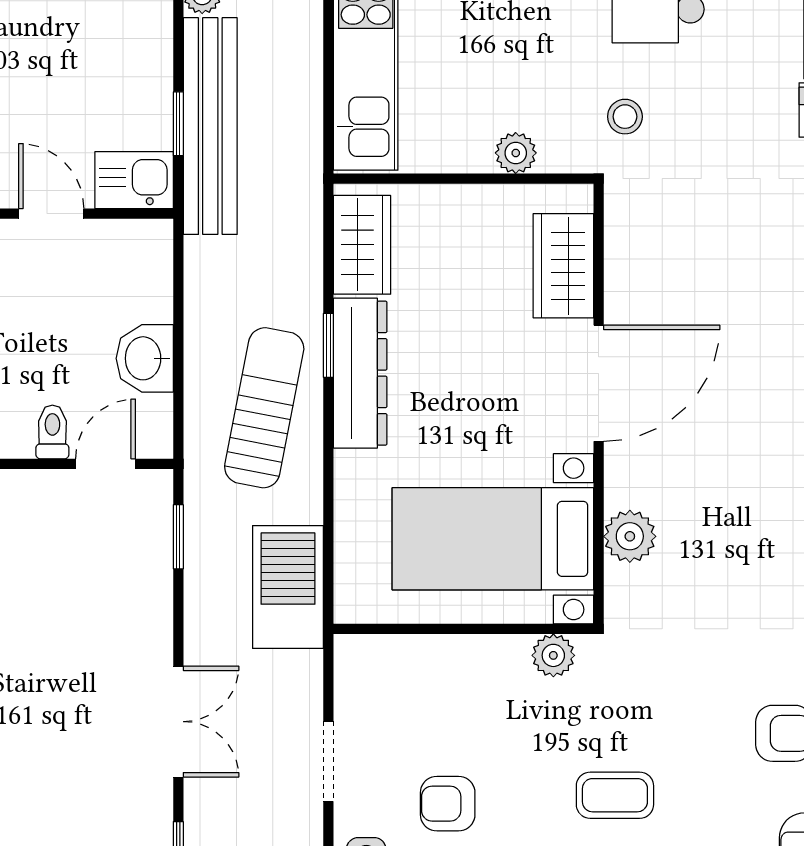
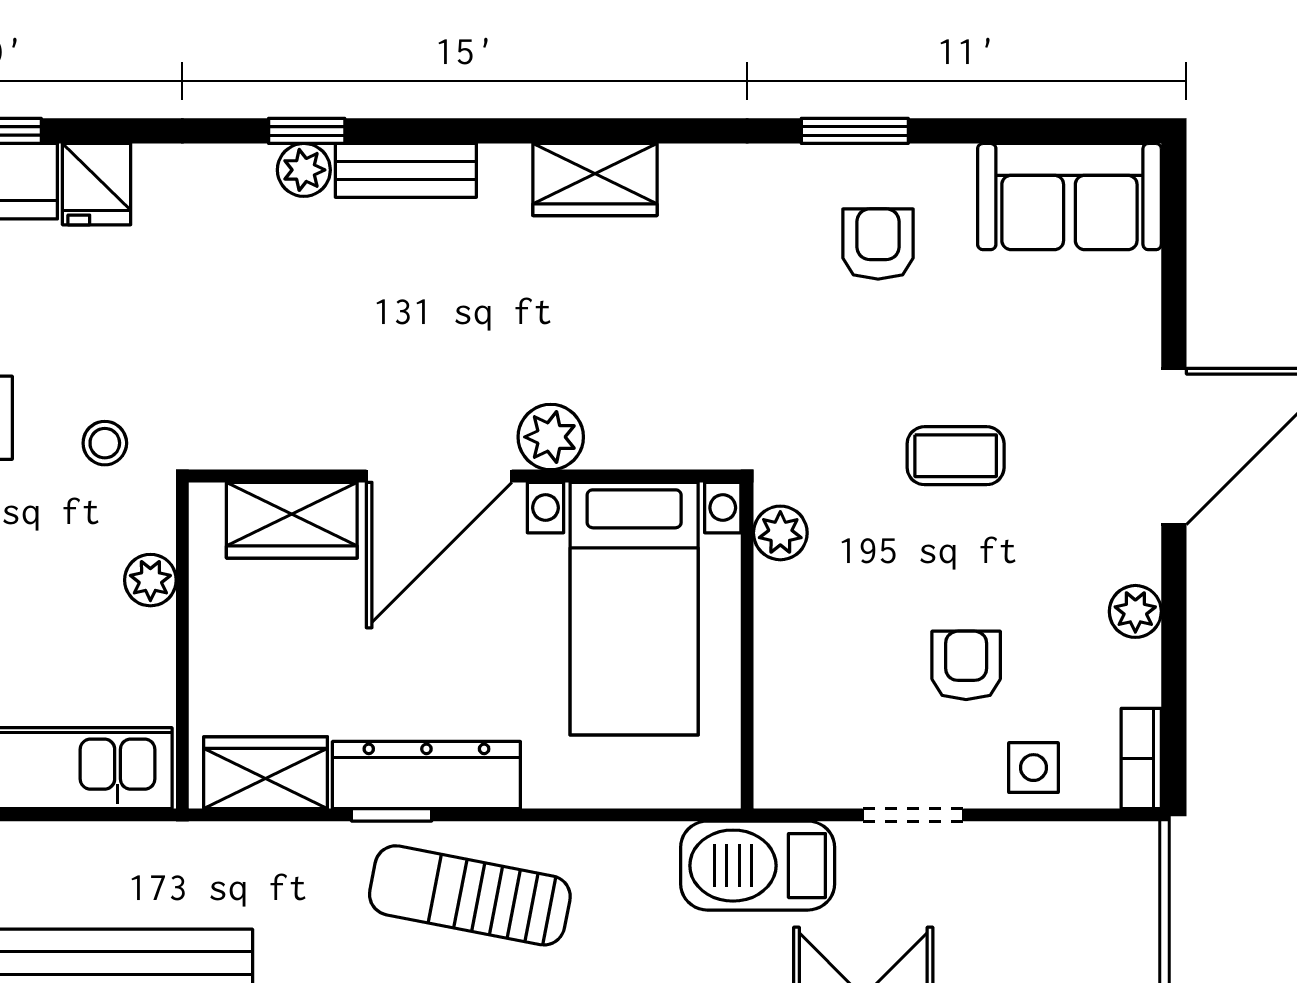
door: (599, 383) -> (439, 476), swing flipped
plant: (630, 536) -> (551, 437), moved
barbecue: (288, 587) -> (758, 866), moved
coffee table: (615, 795) -> (956, 456), turned 90
armchair: (448, 804) -> (966, 665), turned 180

